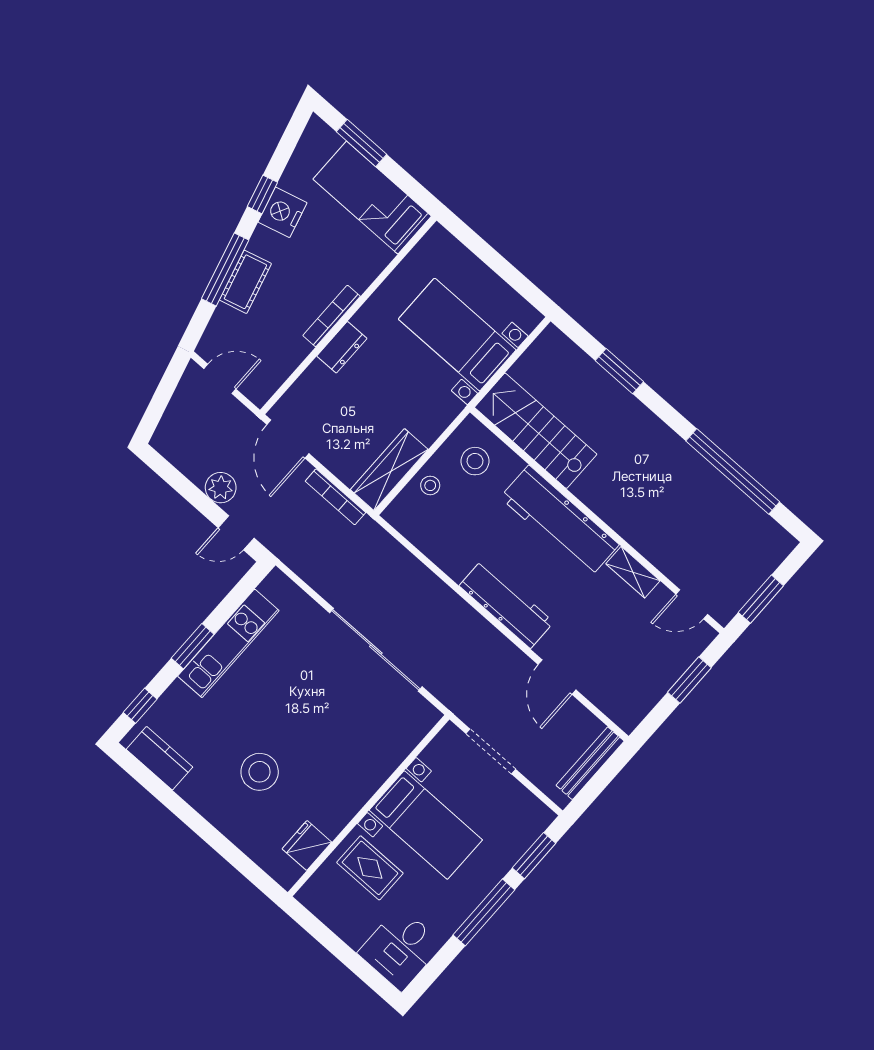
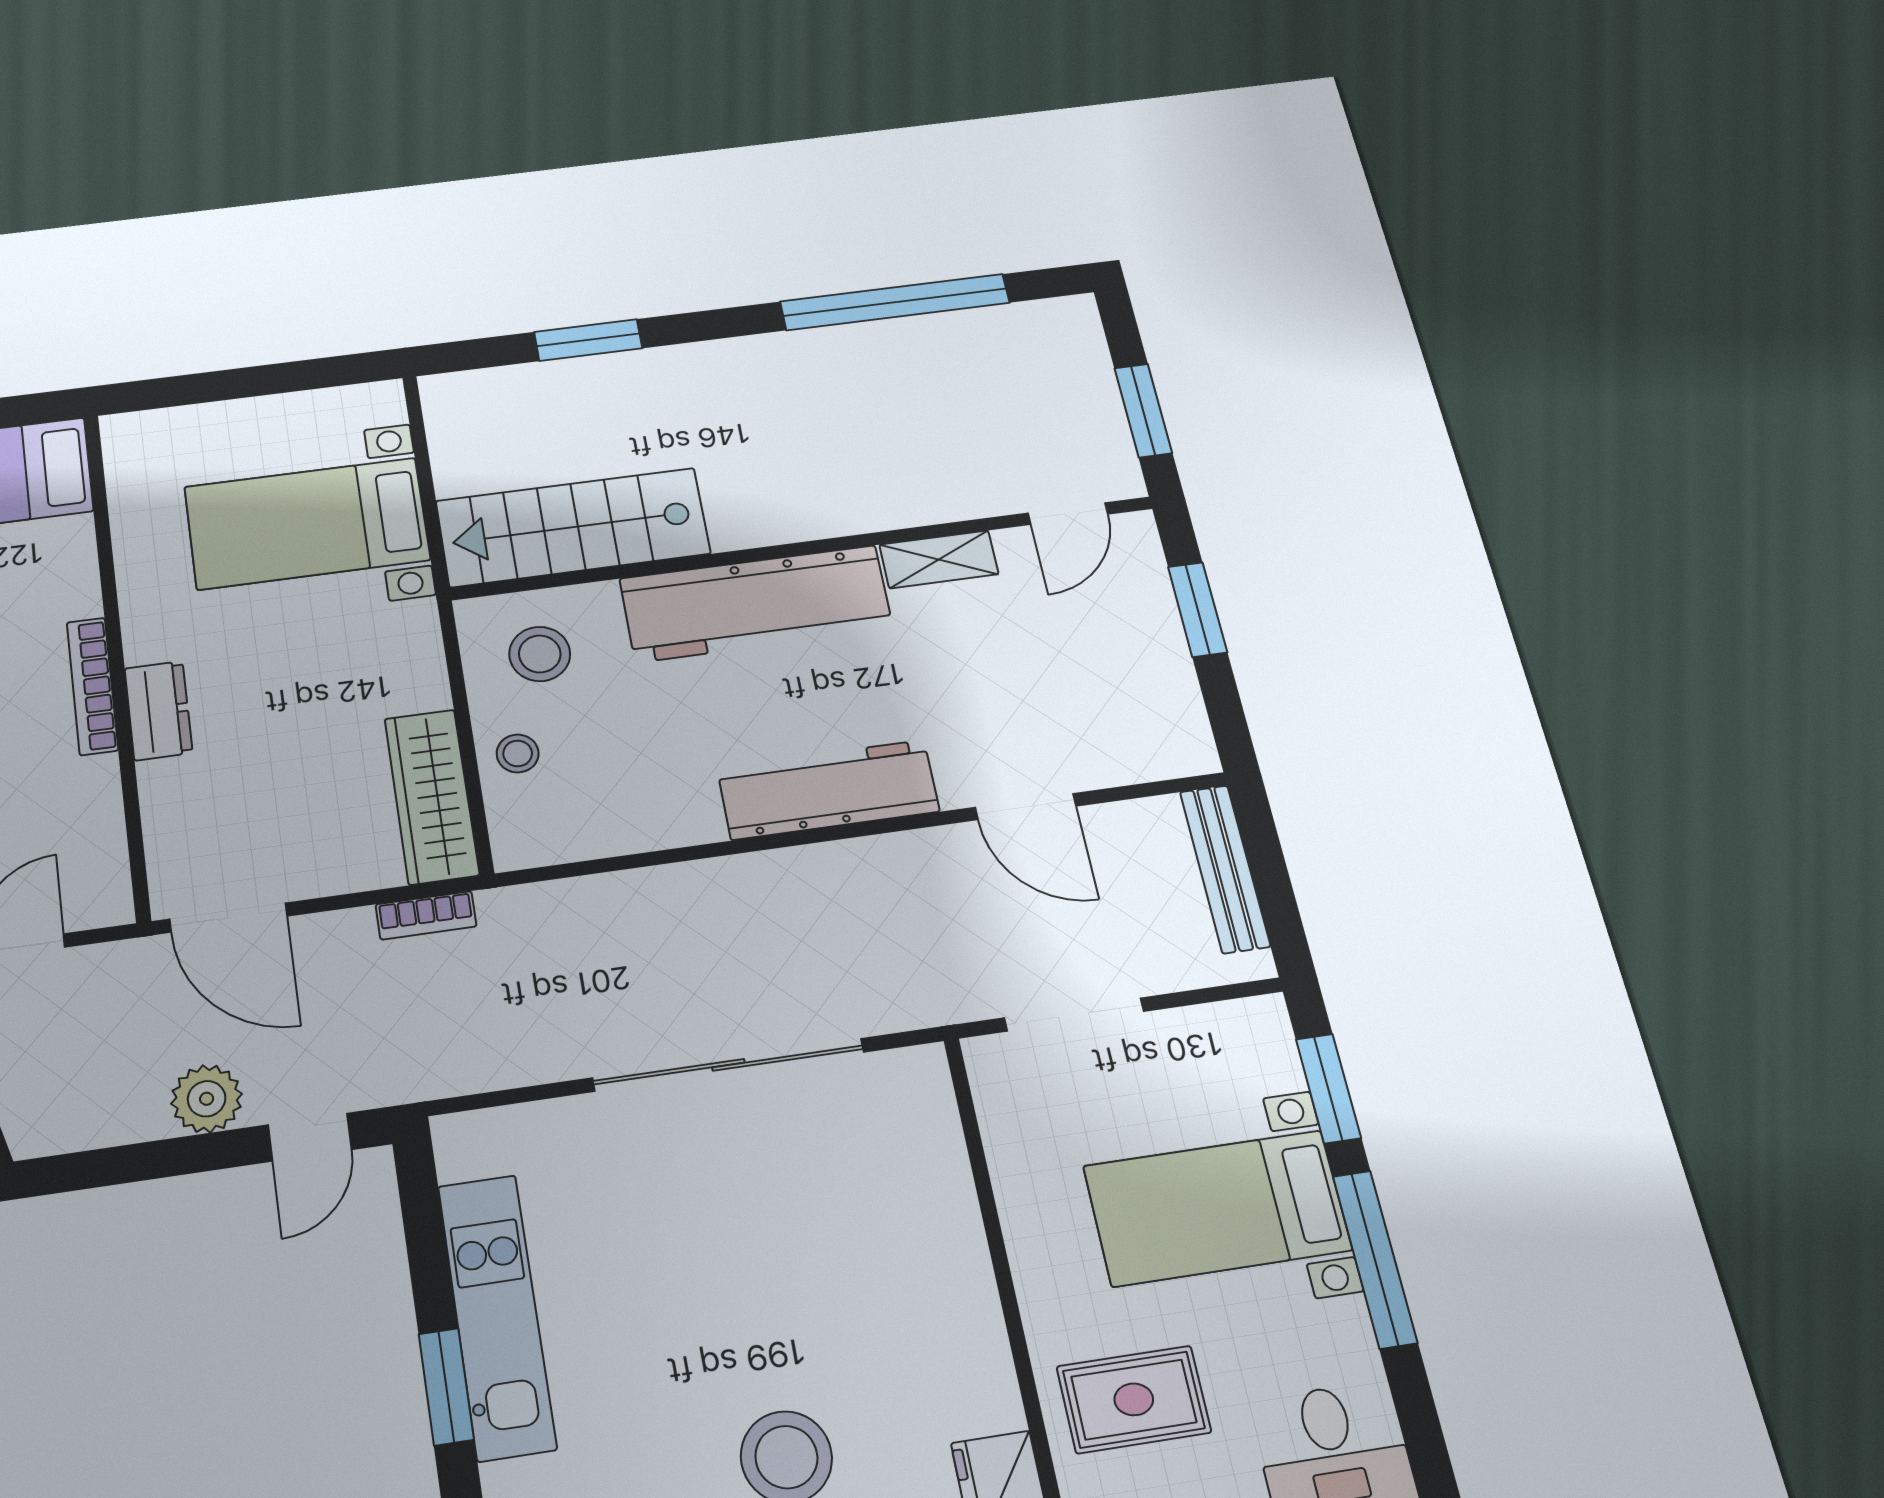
bookcase: (335, 497) -> (426, 915), width x0.64
bed with nightstands: (426, 825) -> (1217, 1208), moved, turned 180

